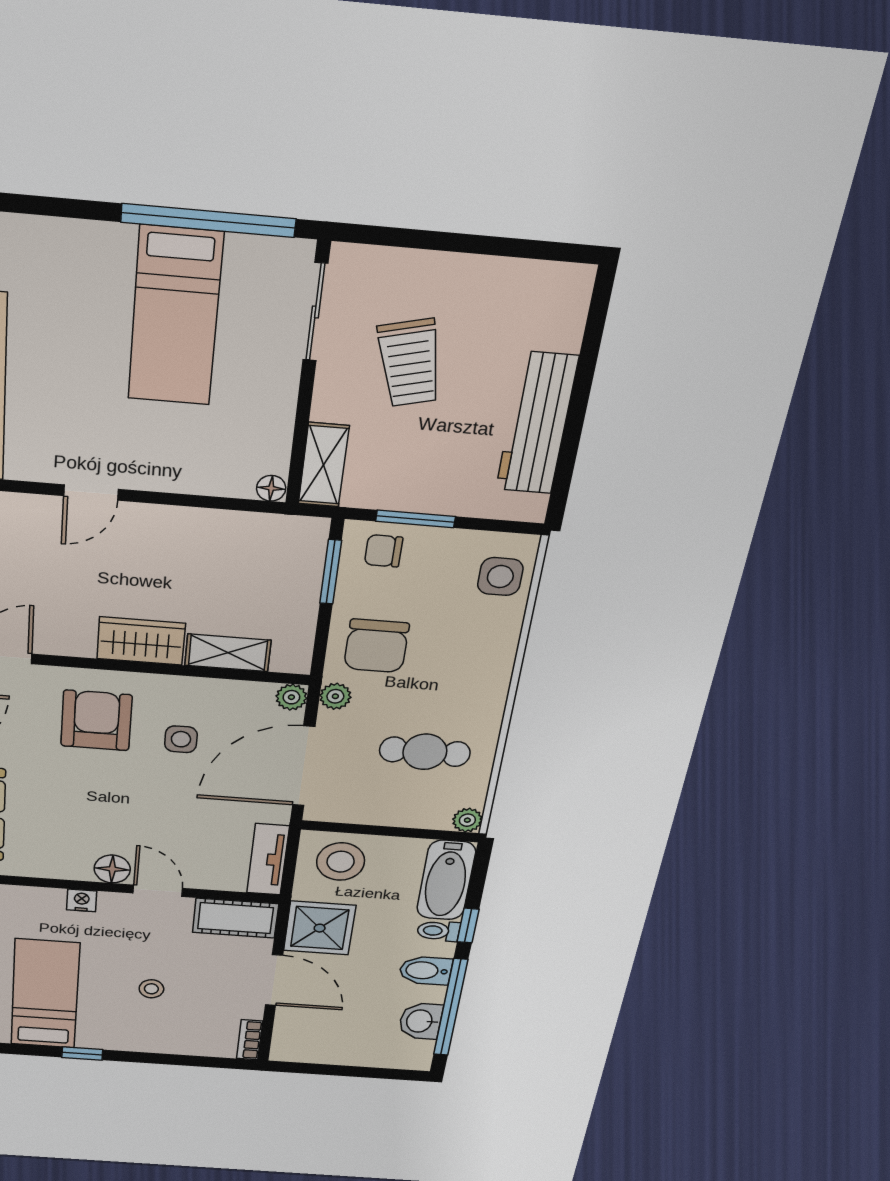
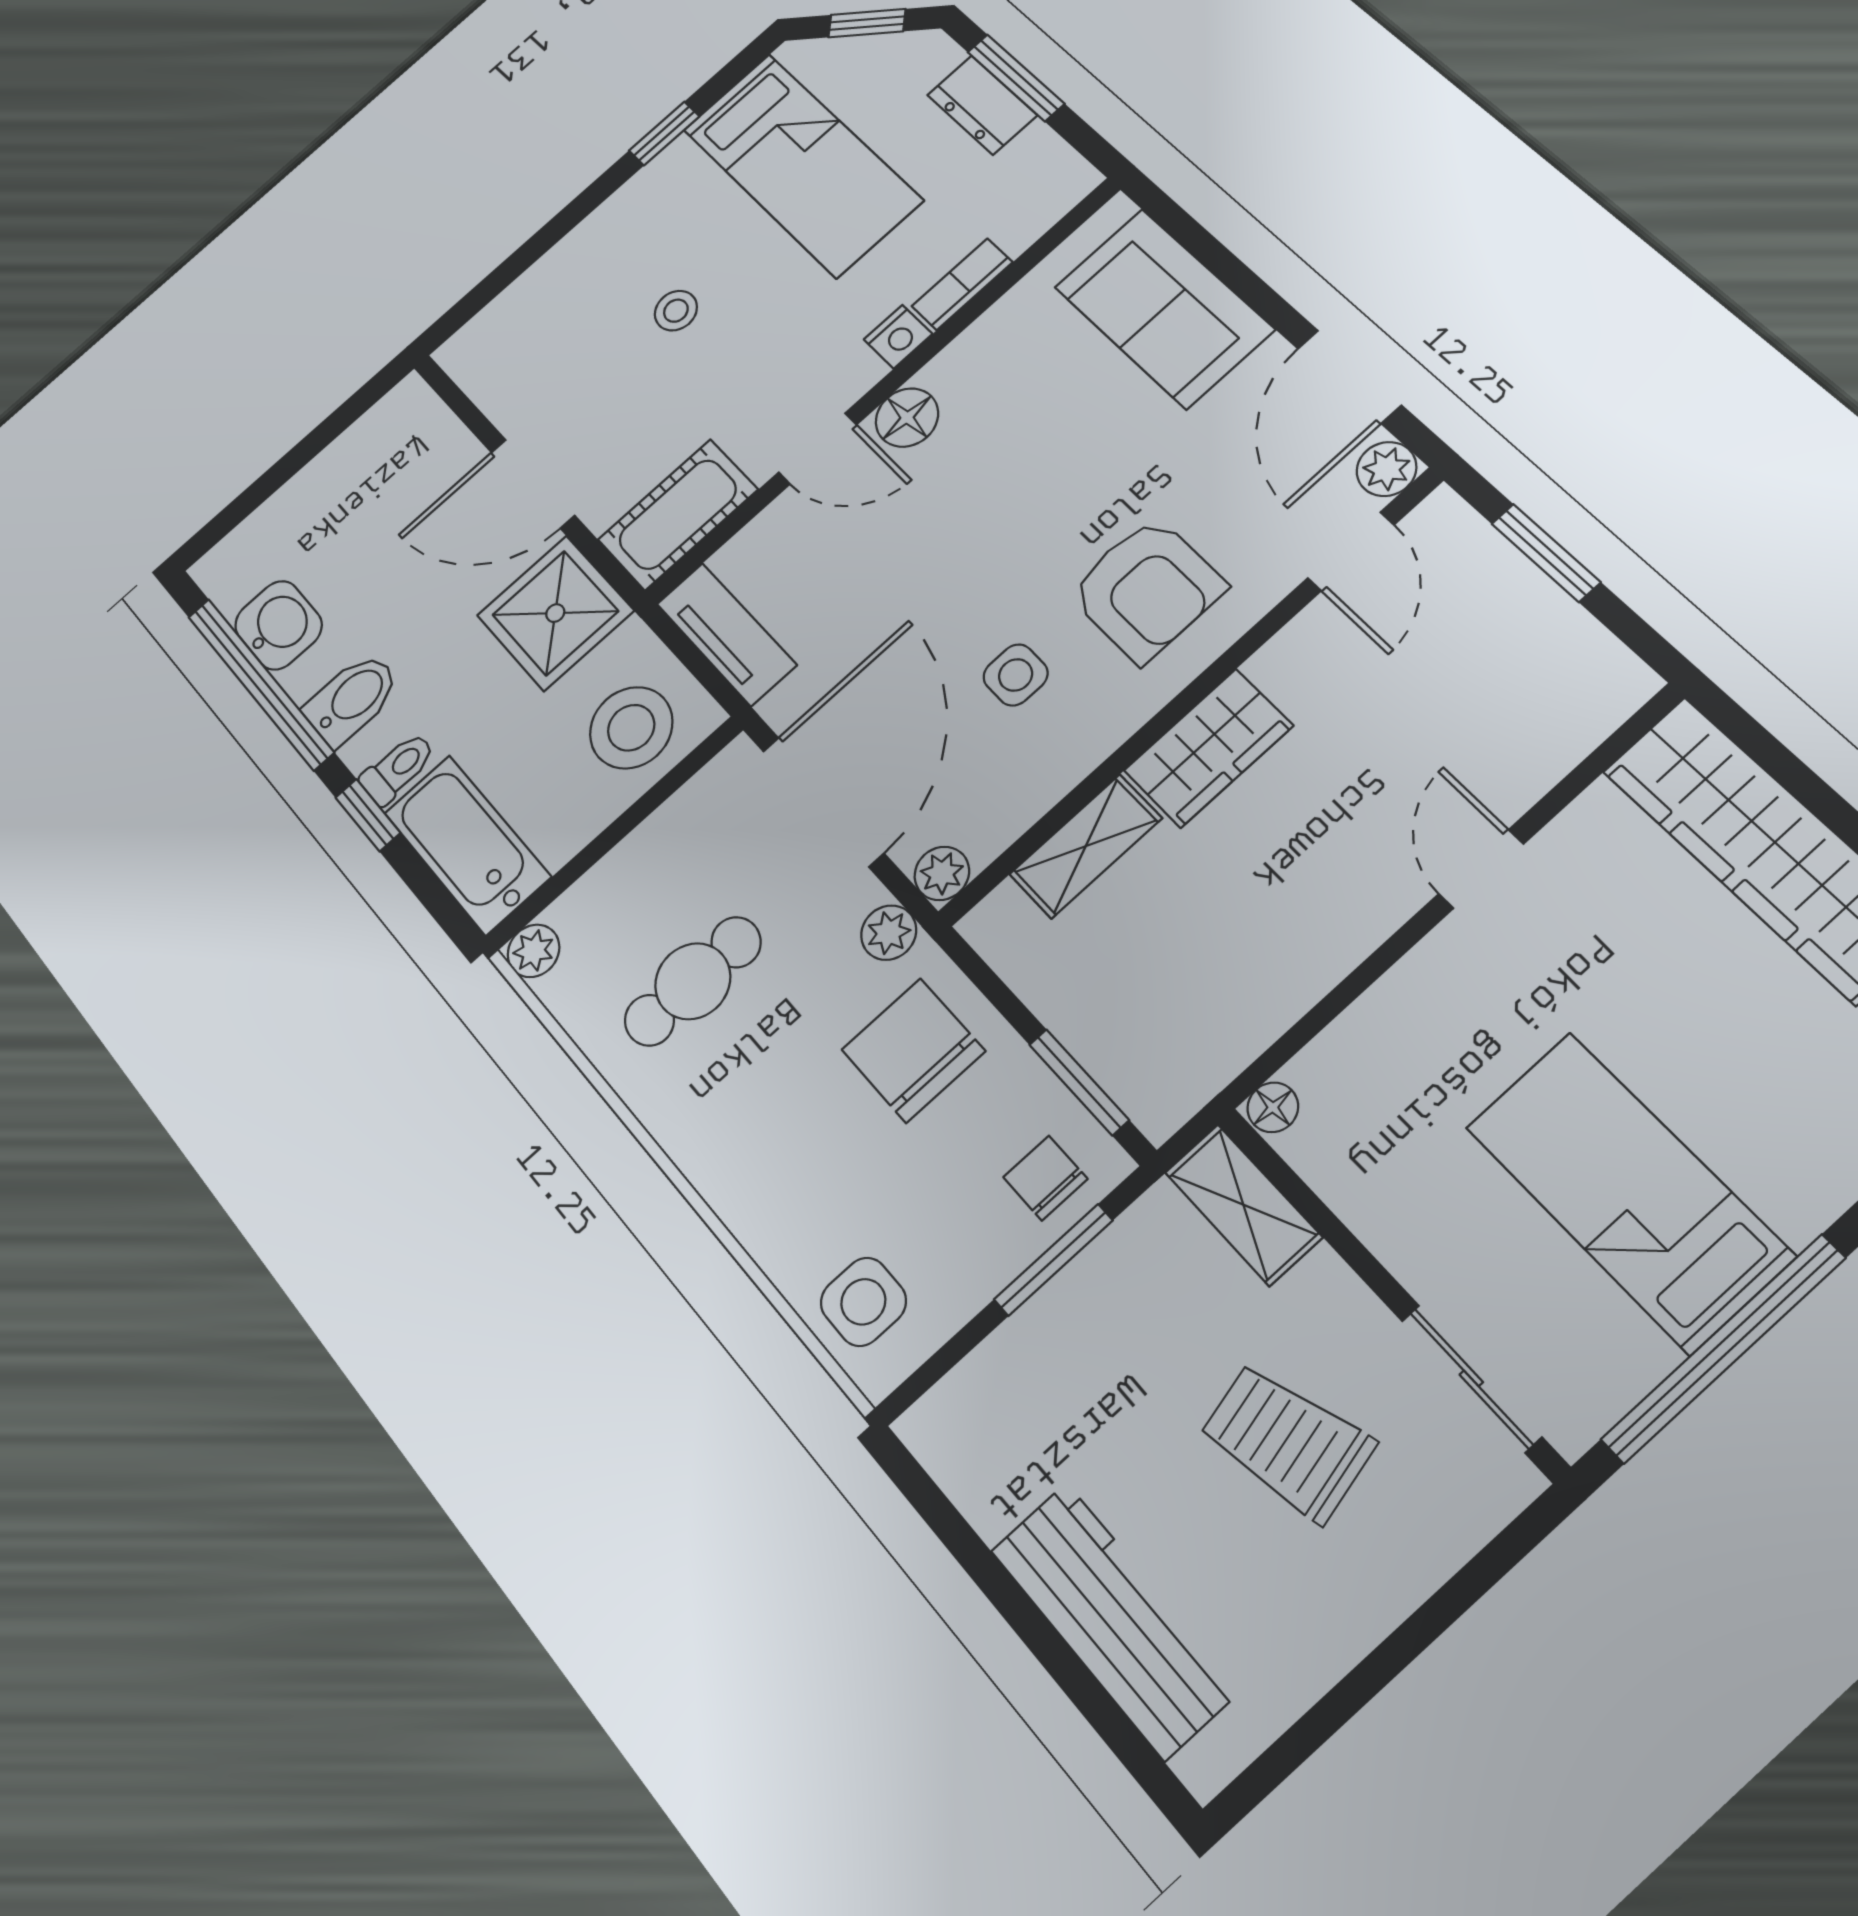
workbench: (537, 423) -> (1114, 1620), moved
chair: (384, 551) -> (1045, 1178), turned -90
bookcase: (250, 1040) -> (962, 284), moved, turned -90

